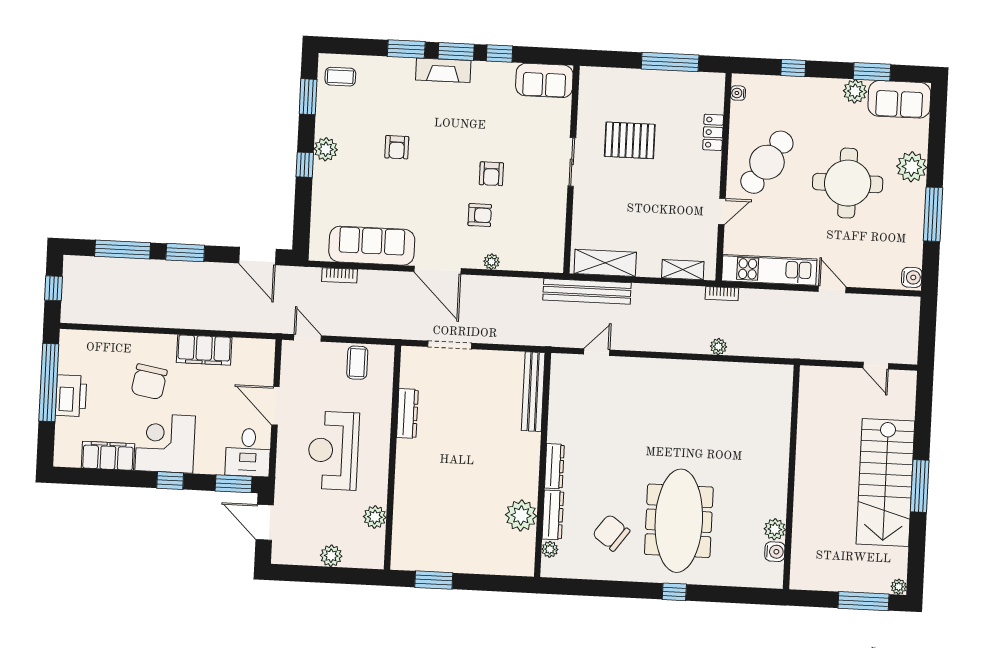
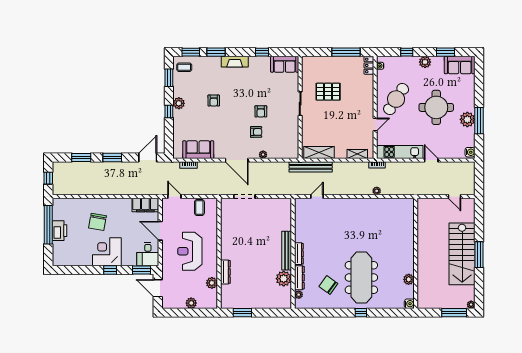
window: (456, 51) -> (191, 52), moved
plant: (855, 91) -> (425, 62), moved
locker: (713, 132) -> (369, 65), moved
plant: (912, 167) -> (467, 119), moved
sofa: (372, 246) -> (198, 150), width x0.73
window: (123, 250) -> (81, 157), width x0.69
door: (257, 256) -> (148, 157), swing flipped
filing cabinet: (204, 350) -> (145, 205), moved
bench: (533, 392) -> (287, 251), moved
dresser: (407, 414) -> (225, 272), moved
filing cabinet: (108, 456) -> (79, 259), removed
water cooler: (775, 552) -> (409, 304), moved

